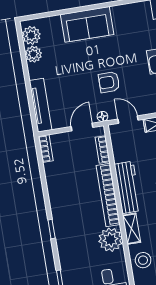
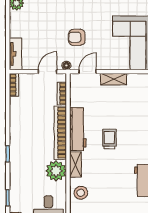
tv unit: (40, 105) -> (15, 54), width x0.71
door: (128, 120) -> (88, 72), hinge flipped

